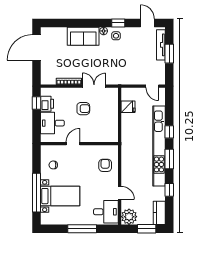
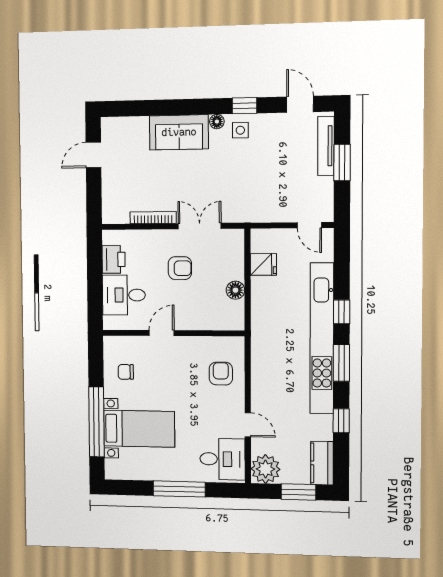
door: (37, 47) -> (93, 155), width x0.53
window: (37, 103) -> (95, 258), removed
floor lamp: (113, 120) -> (235, 290), added

